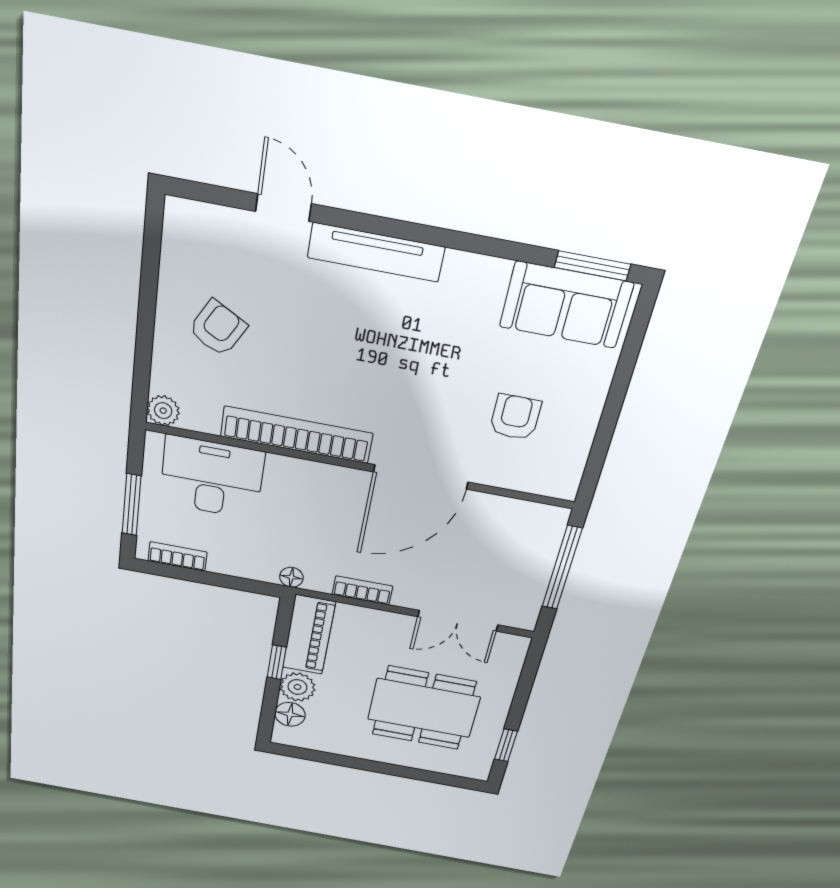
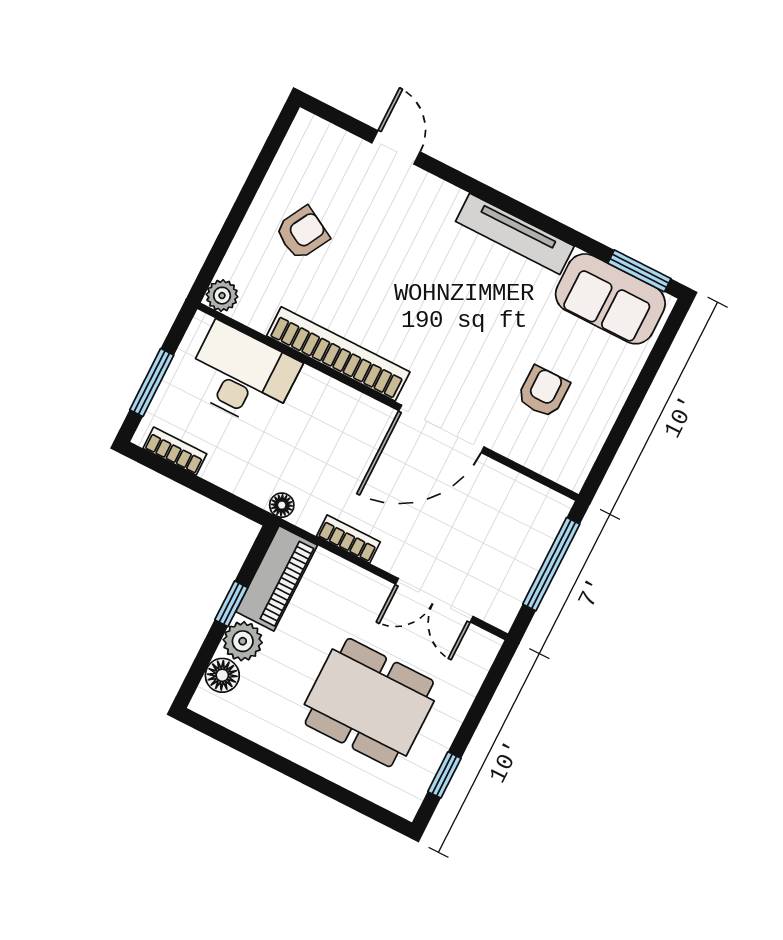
tv unit: (376, 252) -> (515, 234), moved

